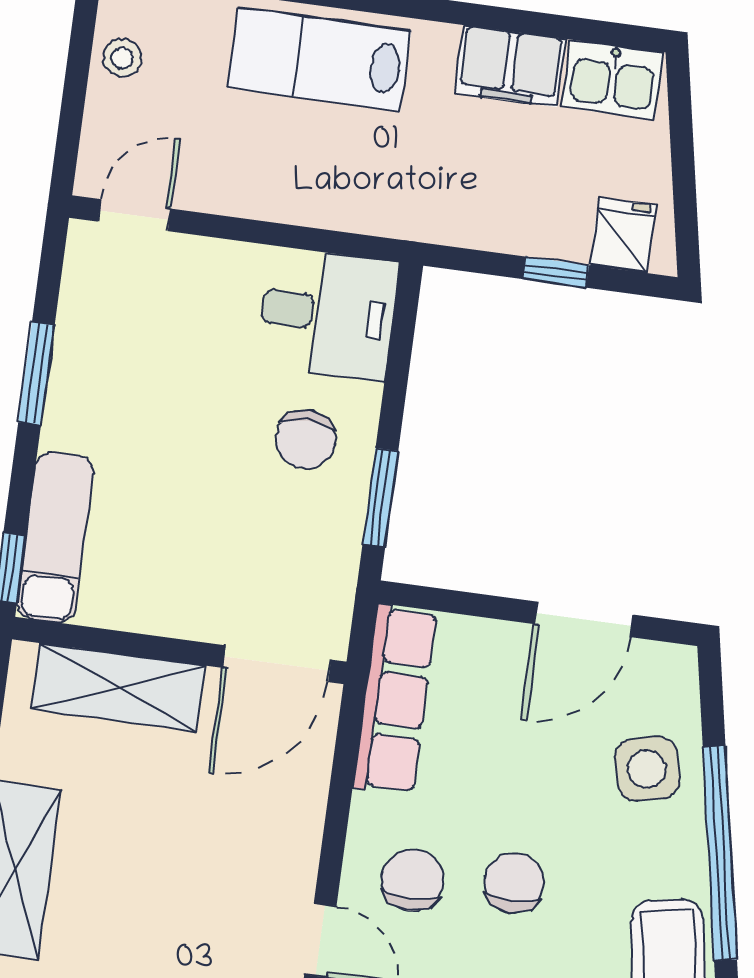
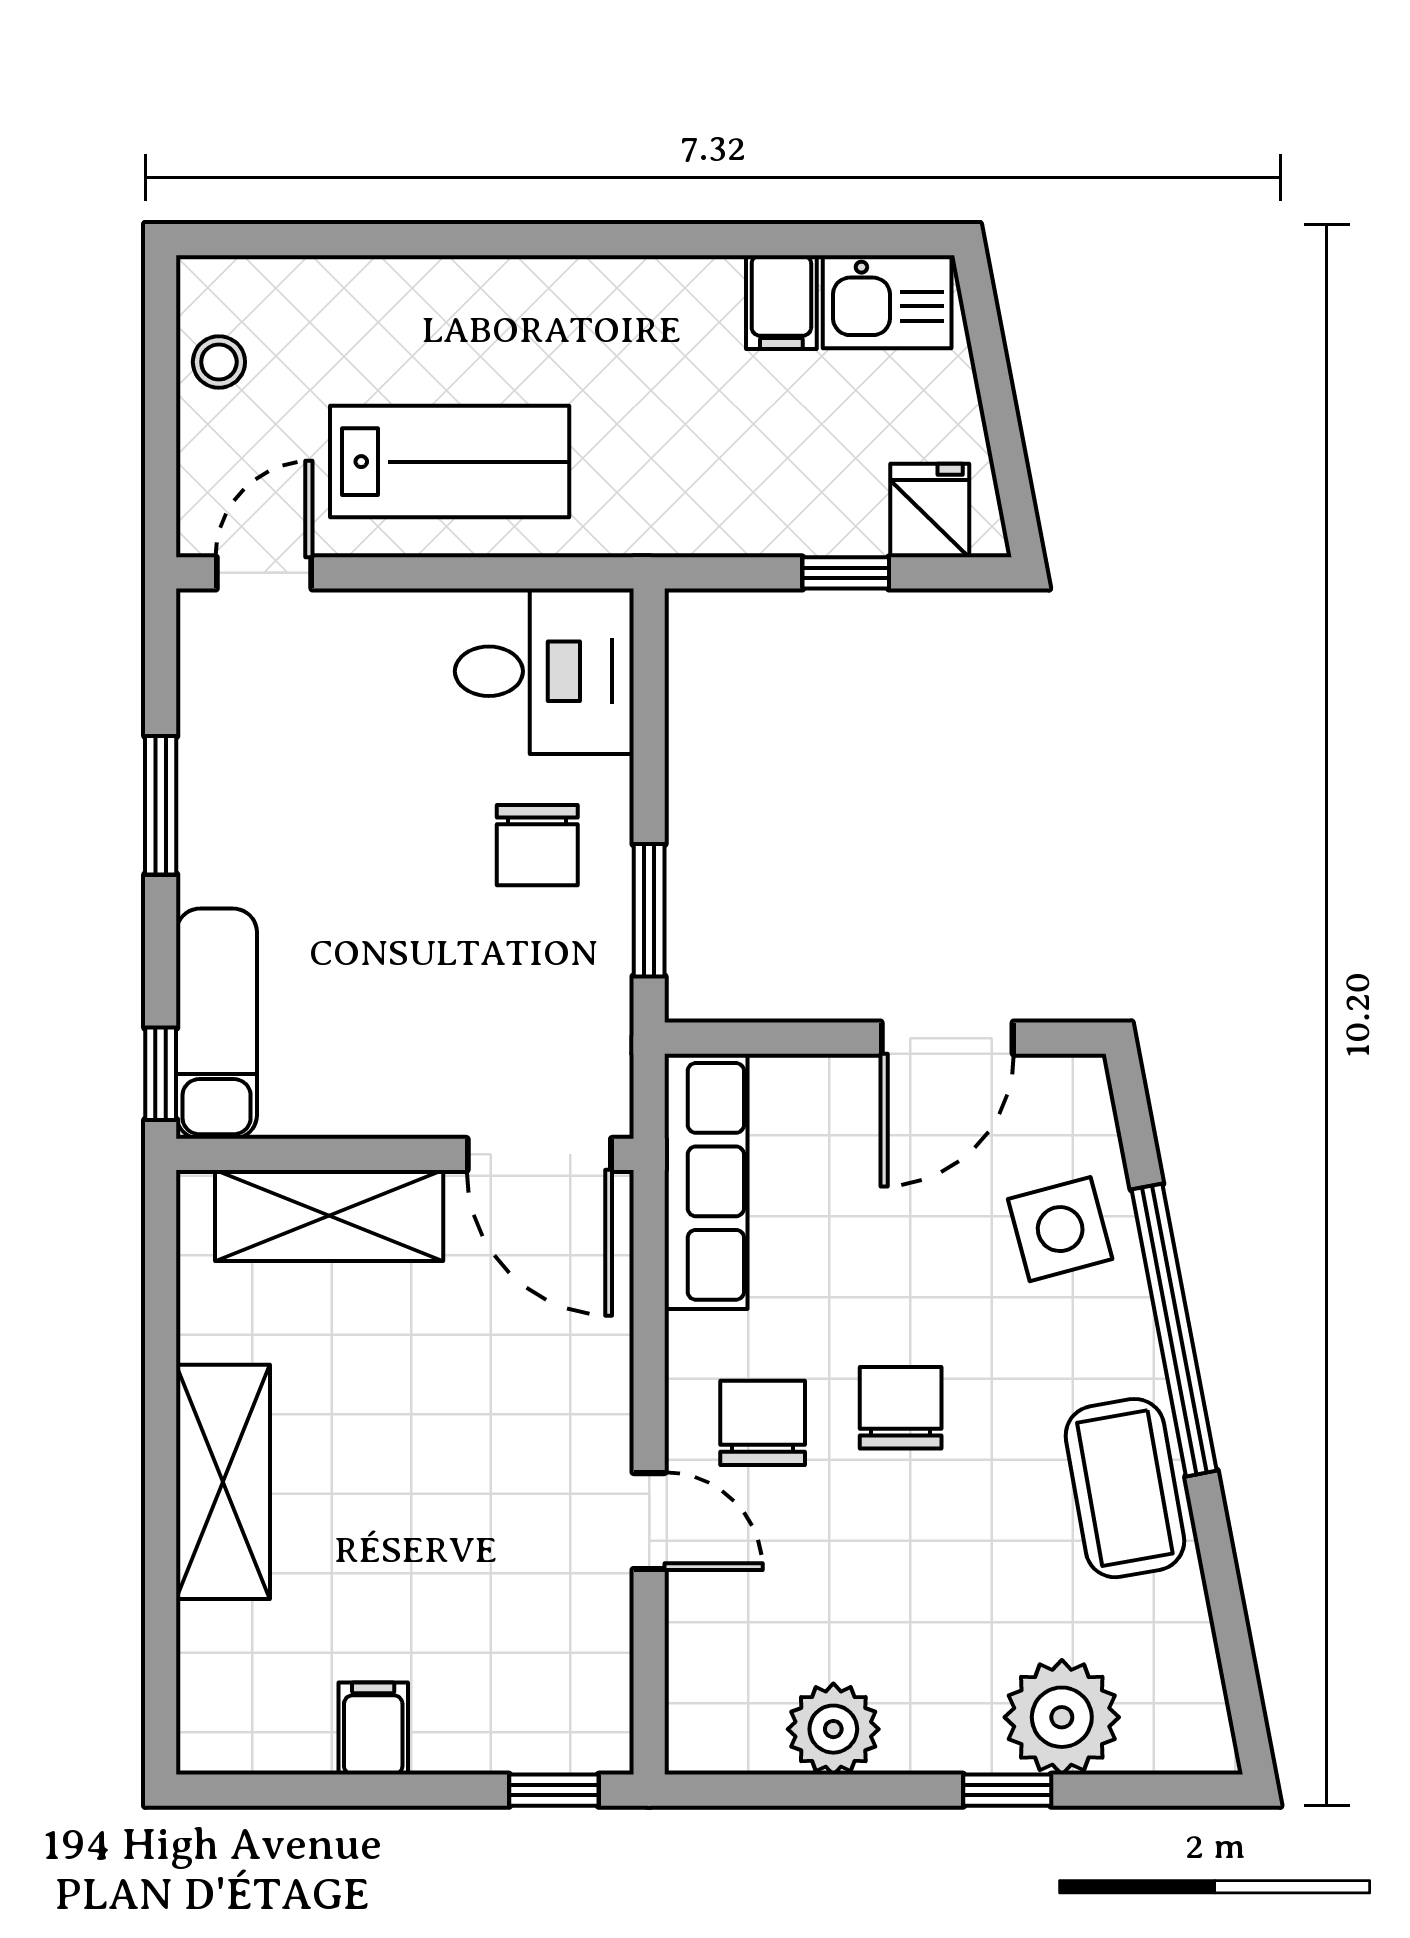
lab bench: (319, 59) -> (450, 462), moved, turned 180
filing cabinet: (510, 66) -> (781, 302), width x0.50
door: (277, 664) -> (539, 1154), hinge flipped

